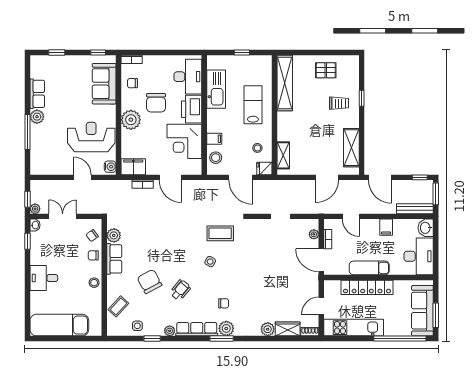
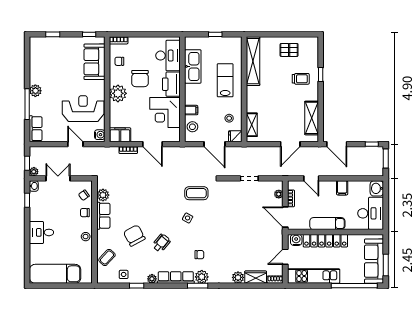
row of seats: (37, 94) -> (36, 129), moved
bench: (415, 209) -> (367, 172), removed
water cooler: (334, 286) -> (296, 240), added

